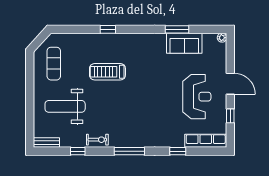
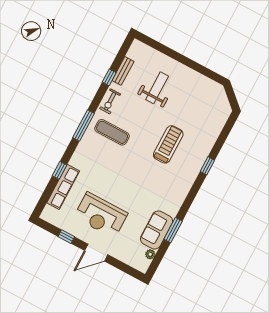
plant: (222, 38) -> (150, 254), moved
exercise mat: (54, 64) -> (112, 132), moved
weight bench: (65, 106) -> (157, 88), width x0.73, depth x0.75
row of seats: (206, 141) -> (63, 187), moved
bench: (46, 142) -> (123, 71), moved

